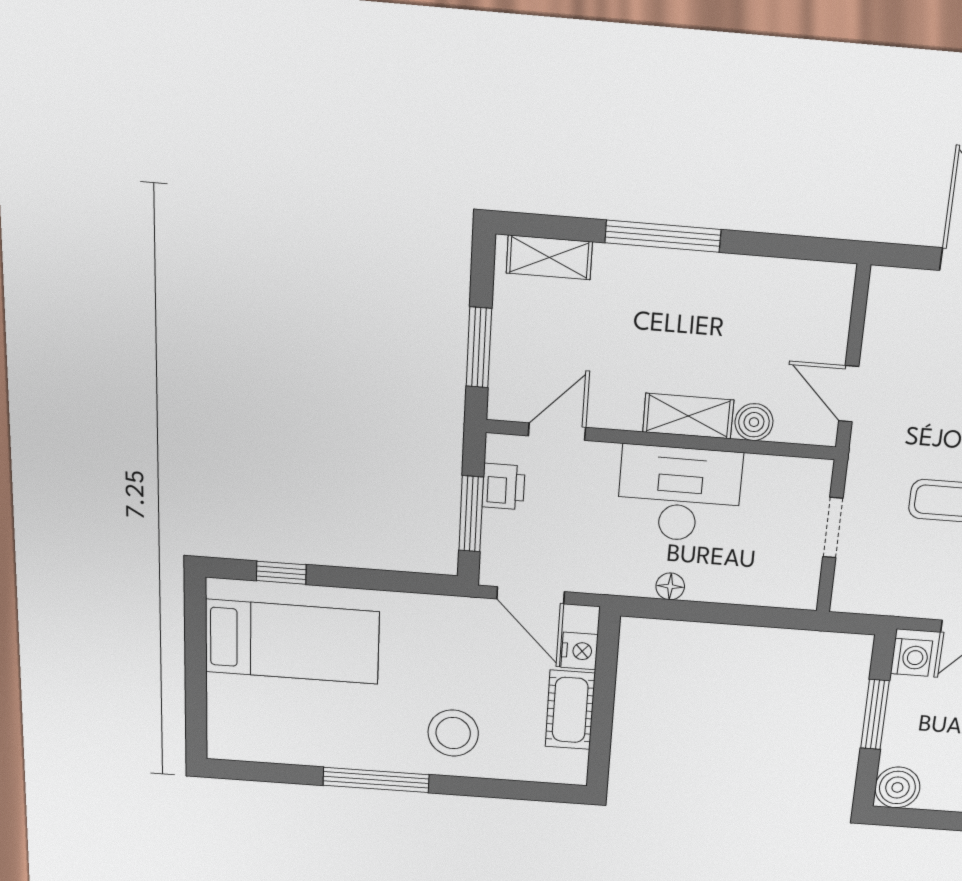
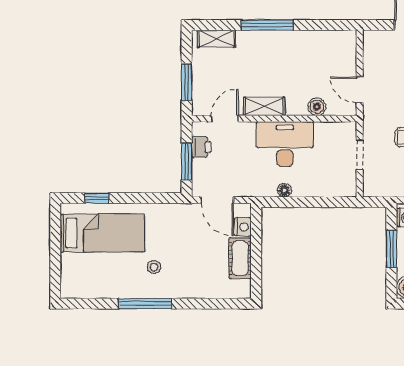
shelving: (688, 416) -> (264, 106), moved
stool: (453, 733) -> (154, 267), moved, width x0.53, depth x0.53

